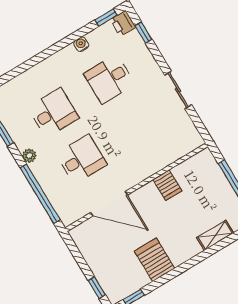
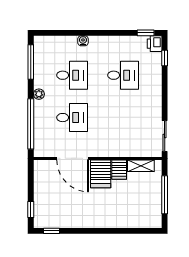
water cooler: (81, 44) -> (83, 41), moved
desk: (109, 79) -> (123, 75), turned 180
sliding door: (178, 90) -> (165, 136), moved
shelving: (215, 235) -> (141, 166), moved
server rack: (155, 260) -> (101, 174), moved, turned 180

